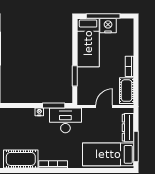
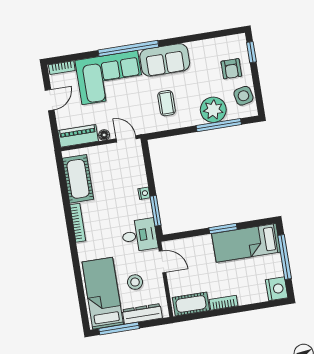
nightstand: (108, 26) -> (277, 289), moved
window: (75, 76) -> (223, 229), moved
door: (104, 107) -> (162, 262), moved
desk: (65, 120) -> (139, 235), width x0.73
stool: (104, 129) -> (135, 282), added

